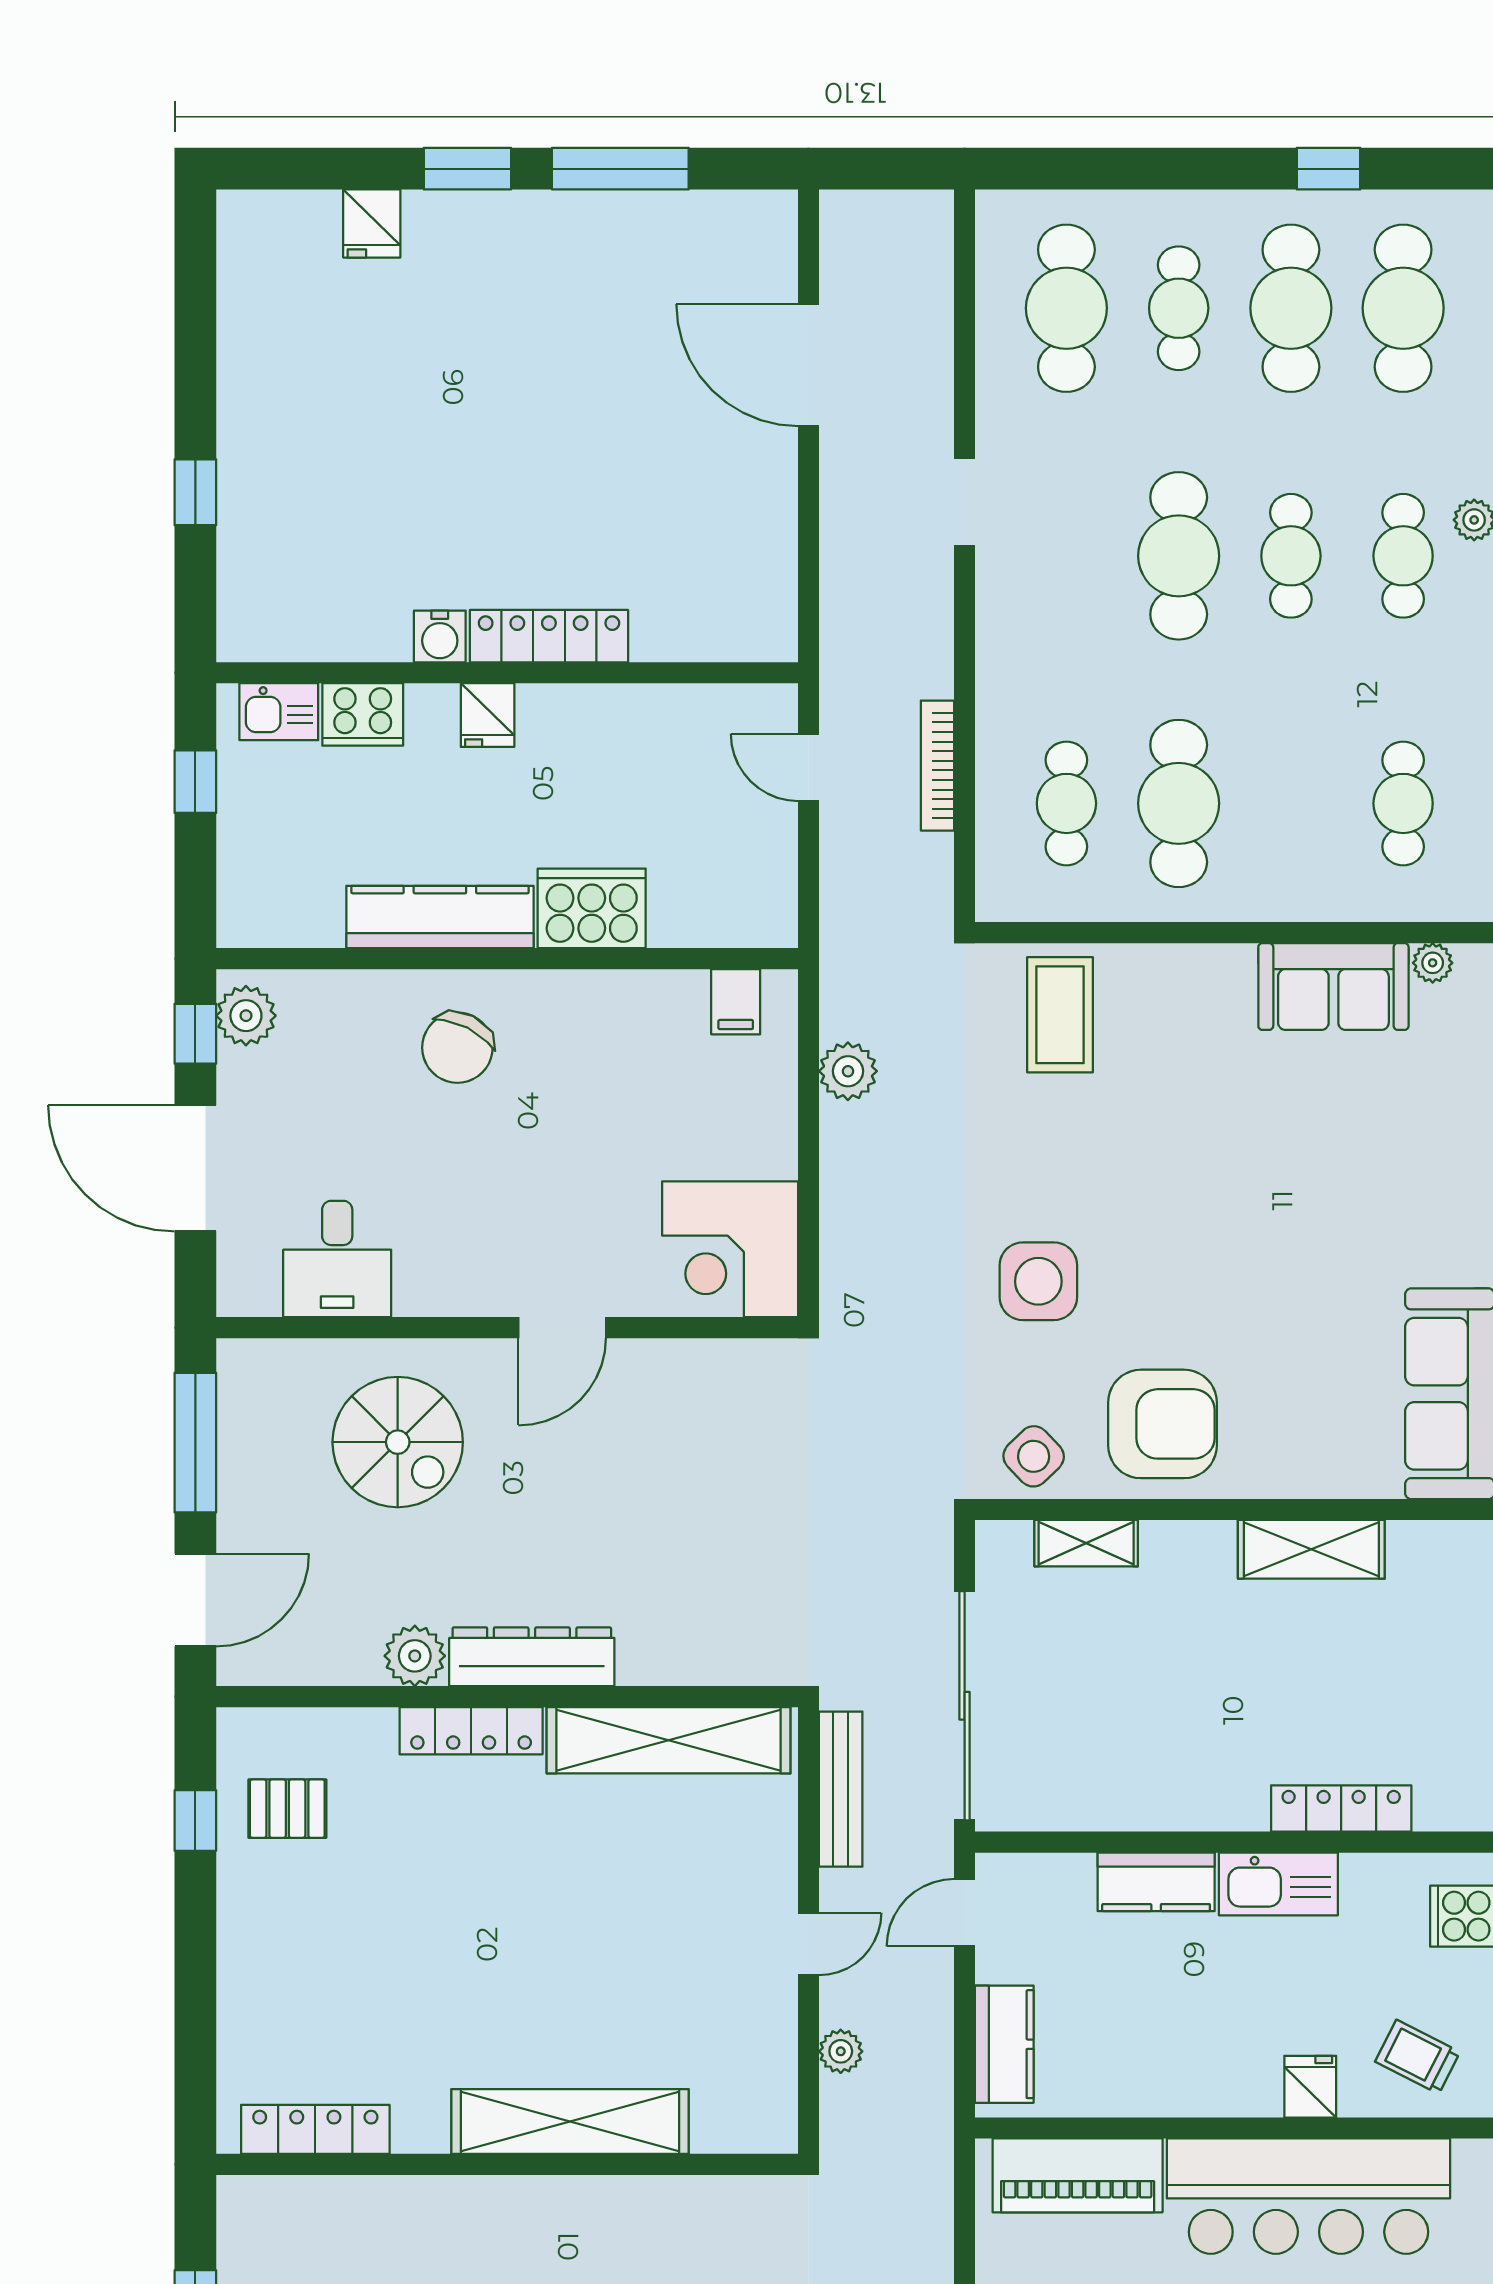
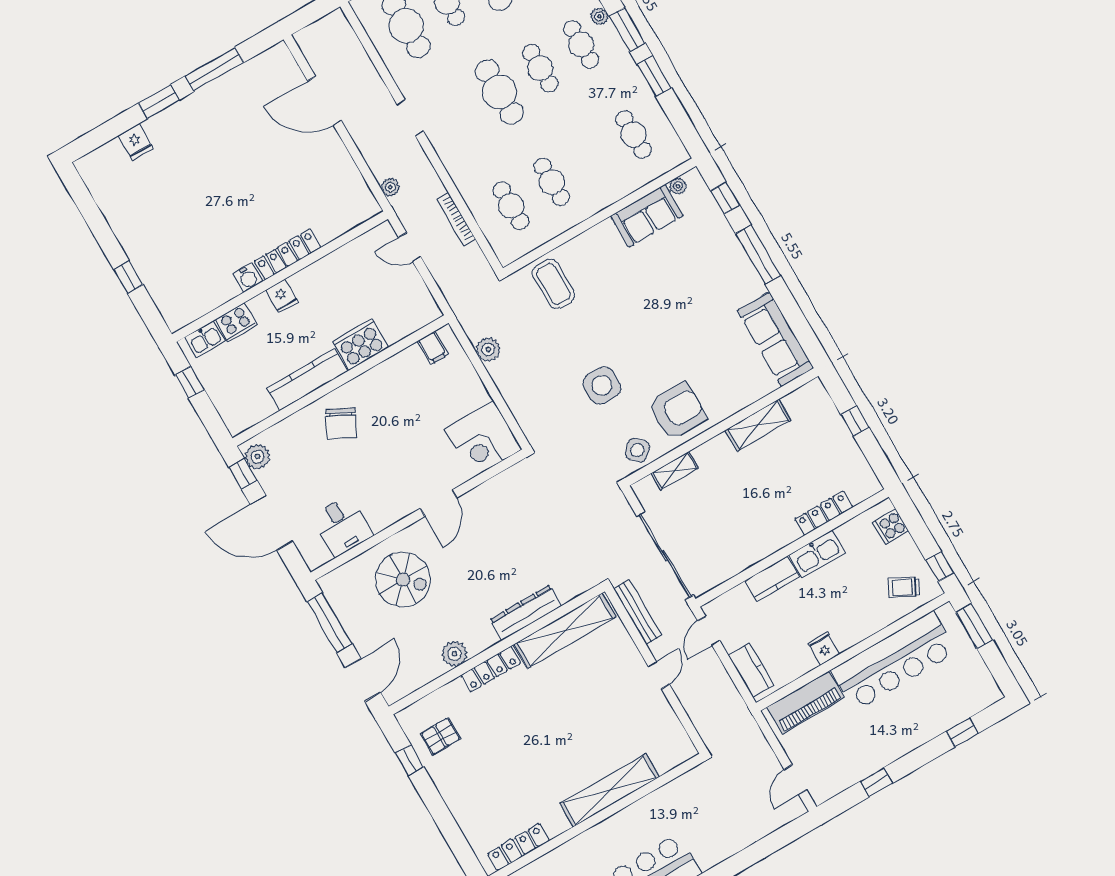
cafe table: (1179, 803) -> (552, 182), width x0.73, depth x0.74
dresser: (532, 1657) -> (526, 613), moved
plant: (841, 2051) -> (390, 187), moved
fridge: (1310, 2087) -> (824, 649), moved

